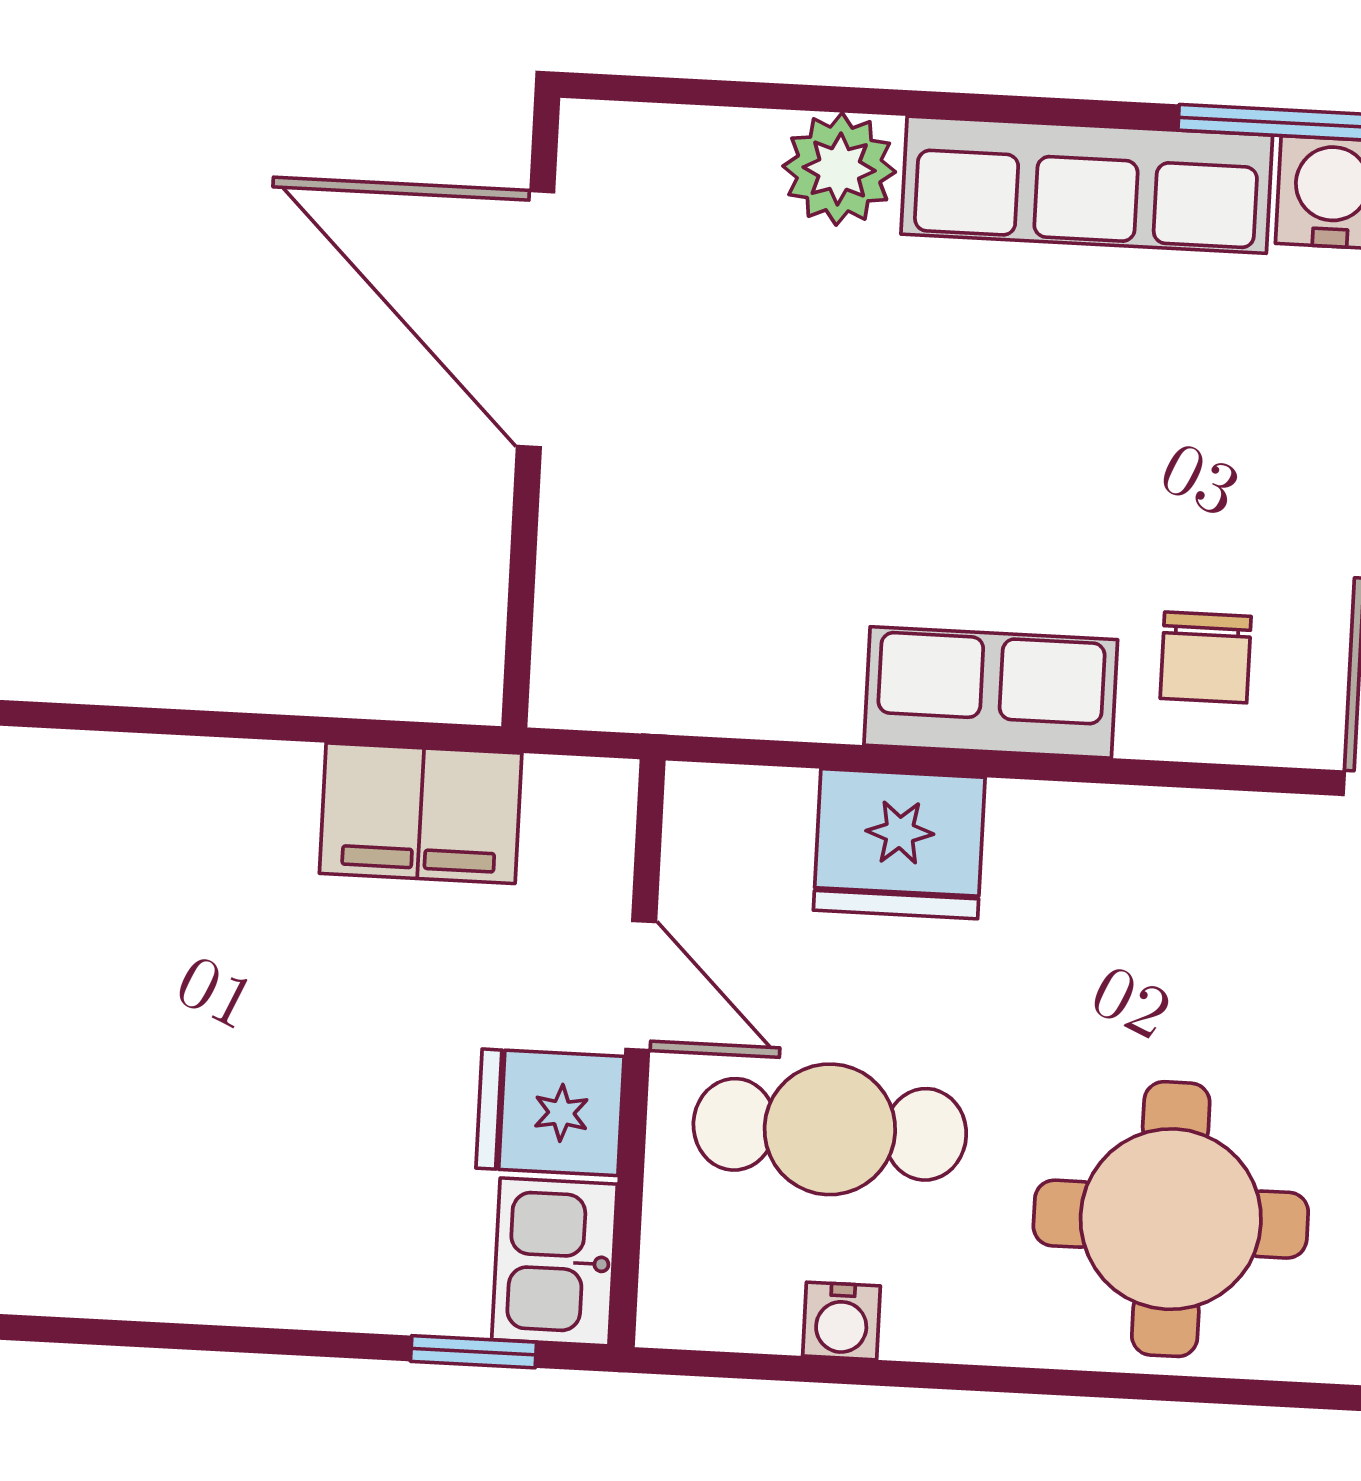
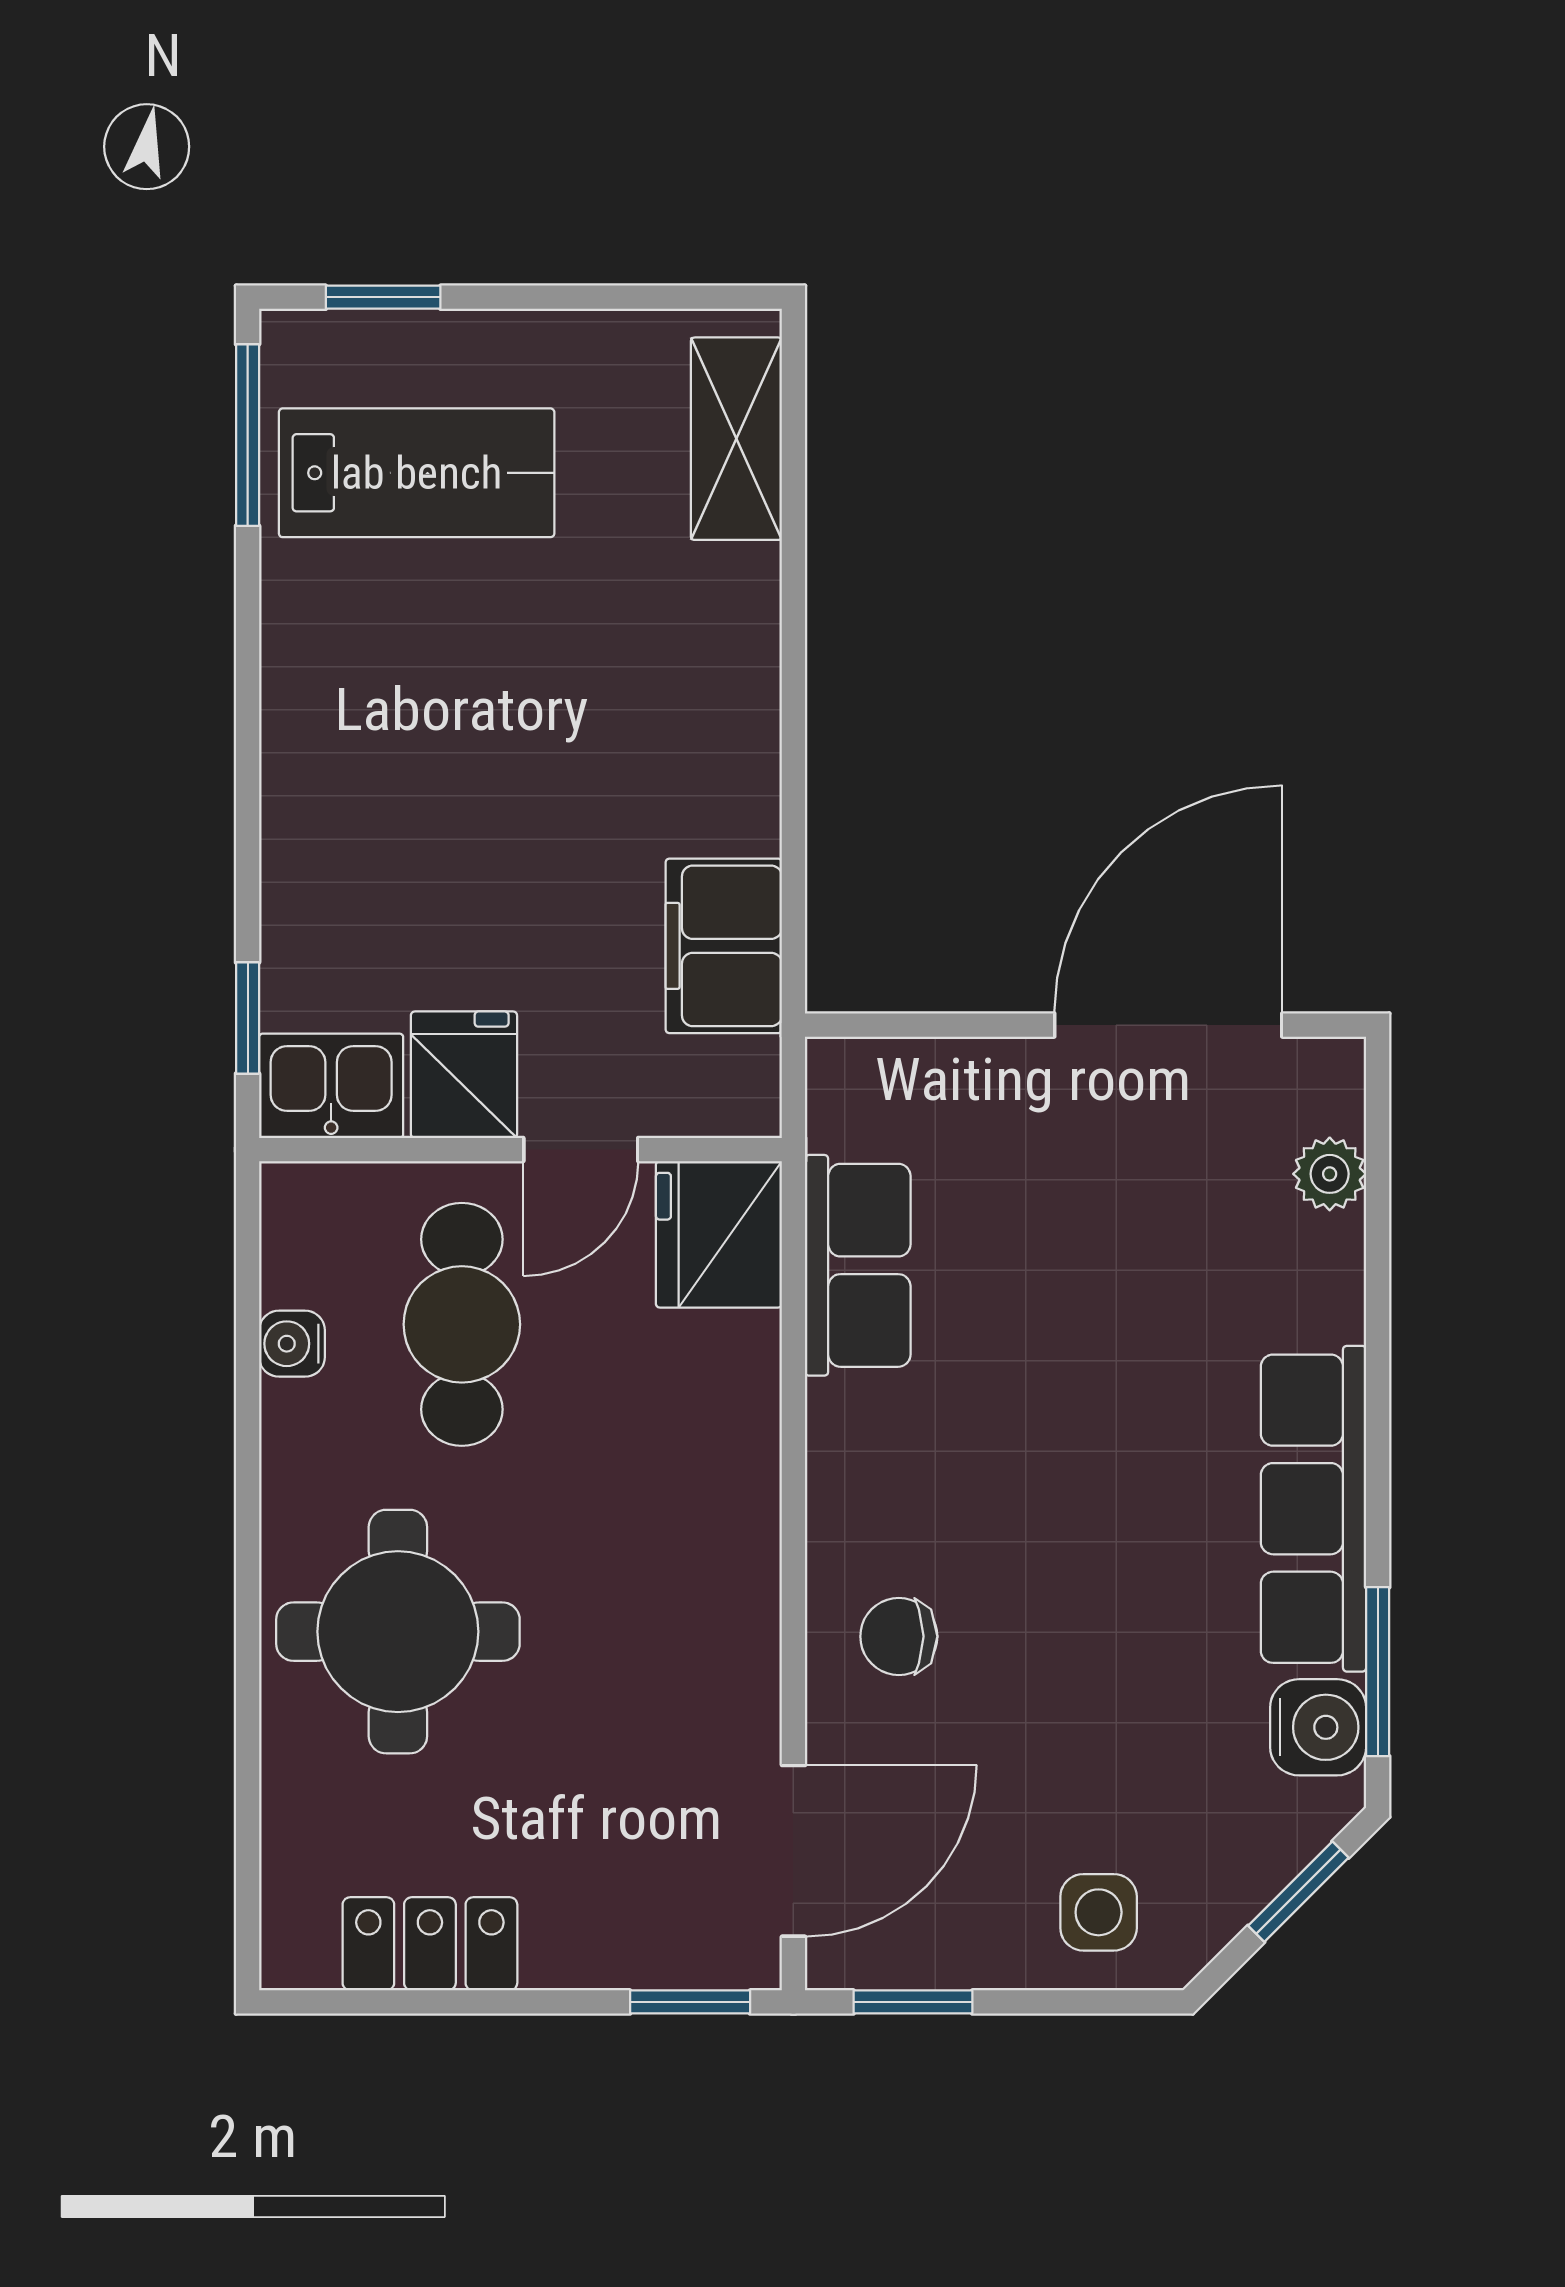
plant: (839, 169) -> (1330, 1174), moved, width x0.73, depth x0.73
row of seats: (991, 692) -> (858, 1265), moved
fridge: (899, 844) -> (719, 1234), moved

